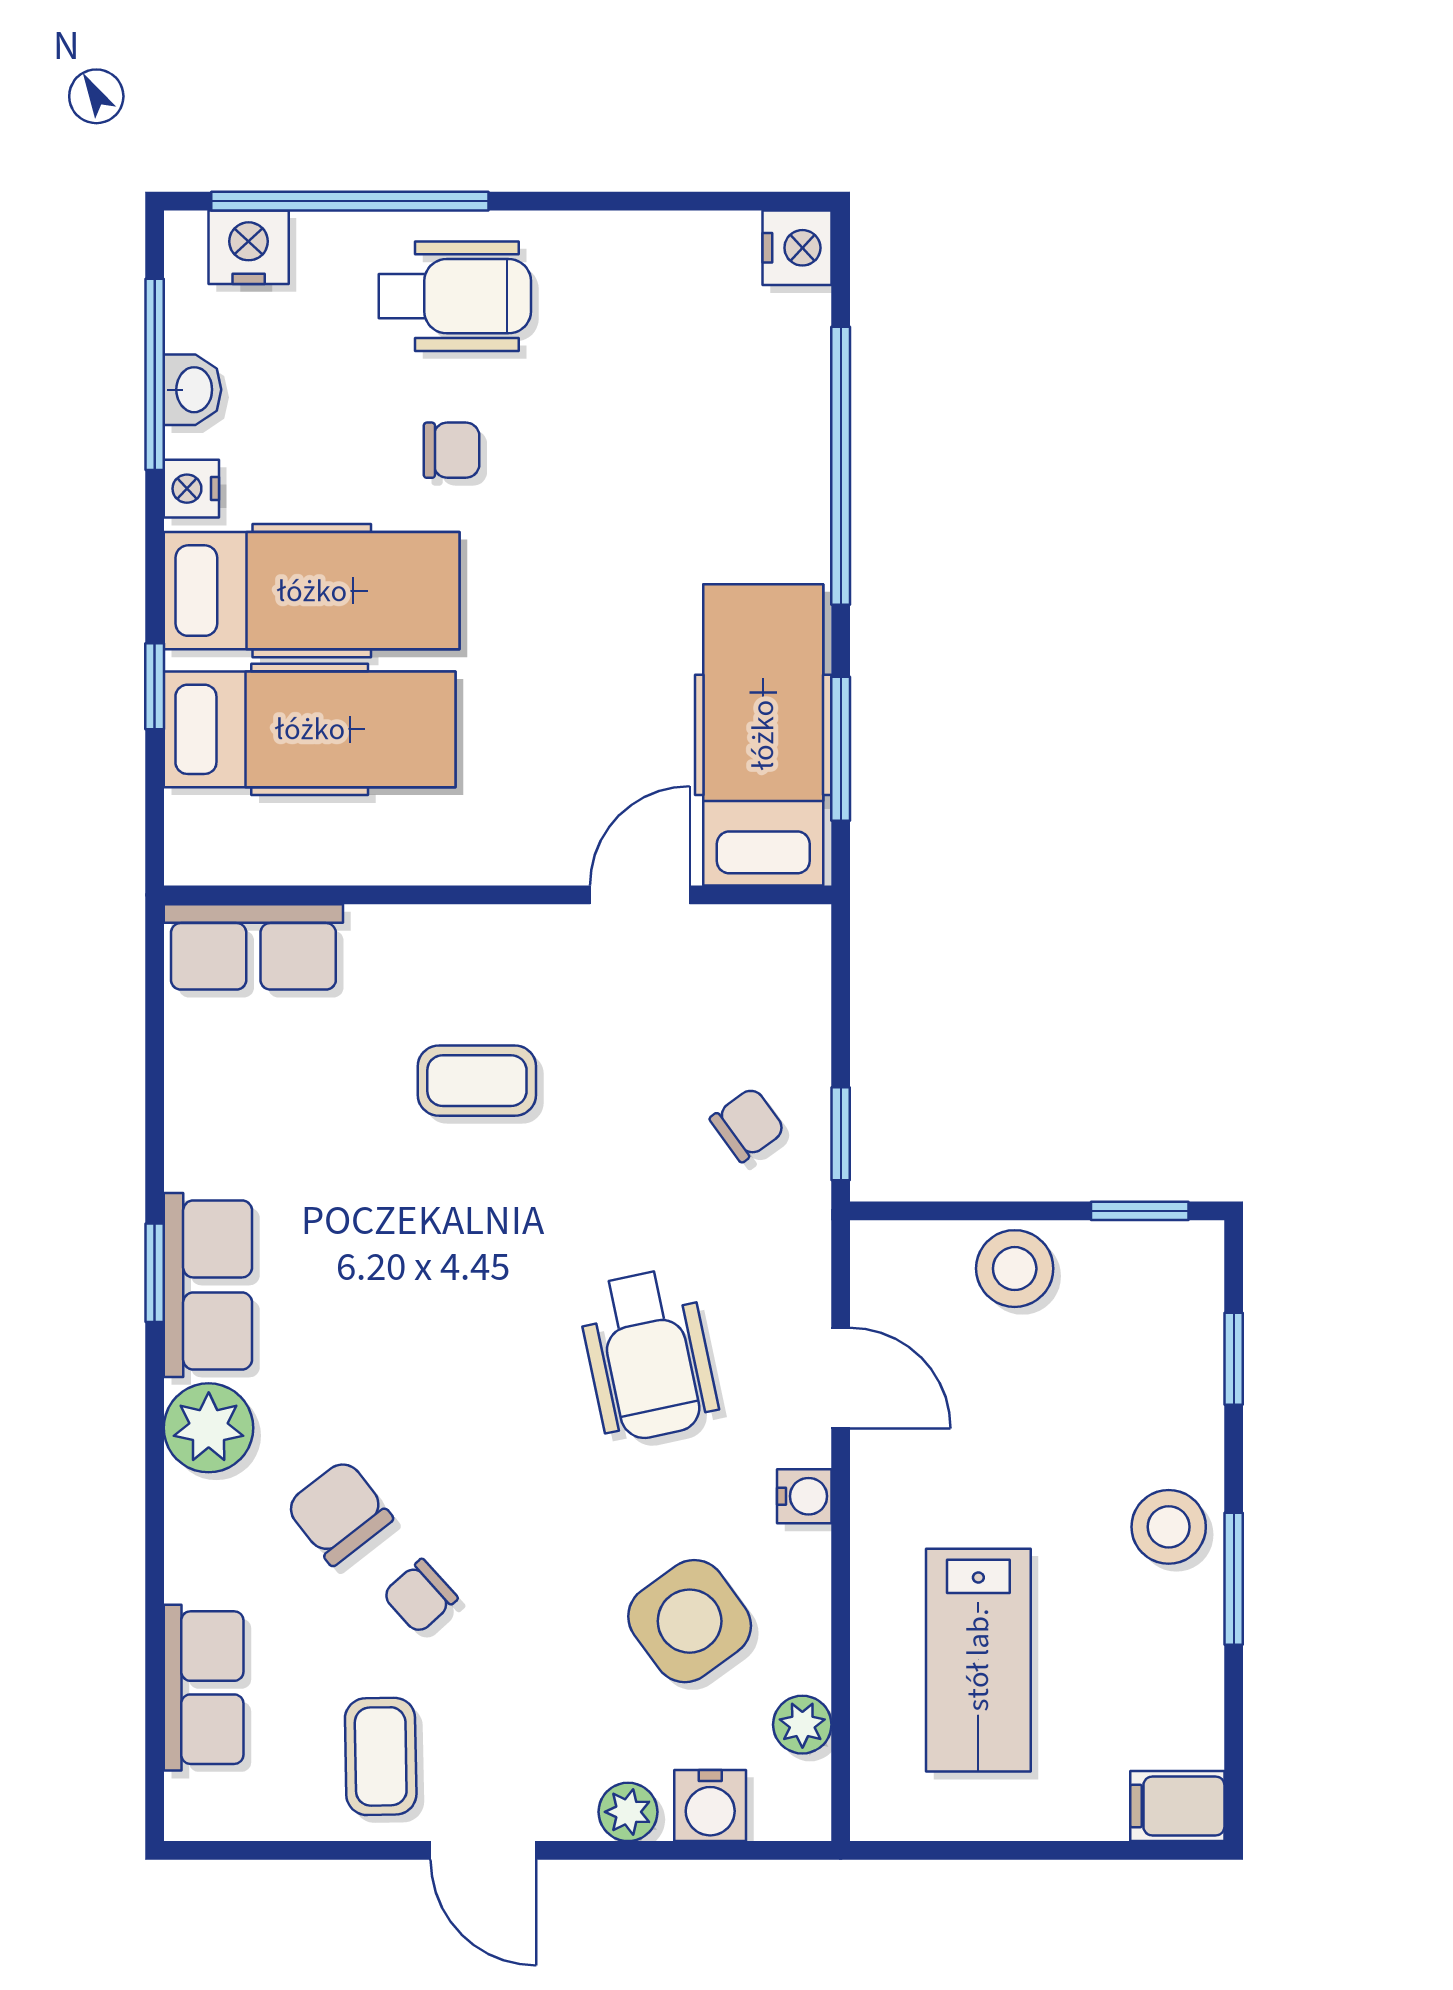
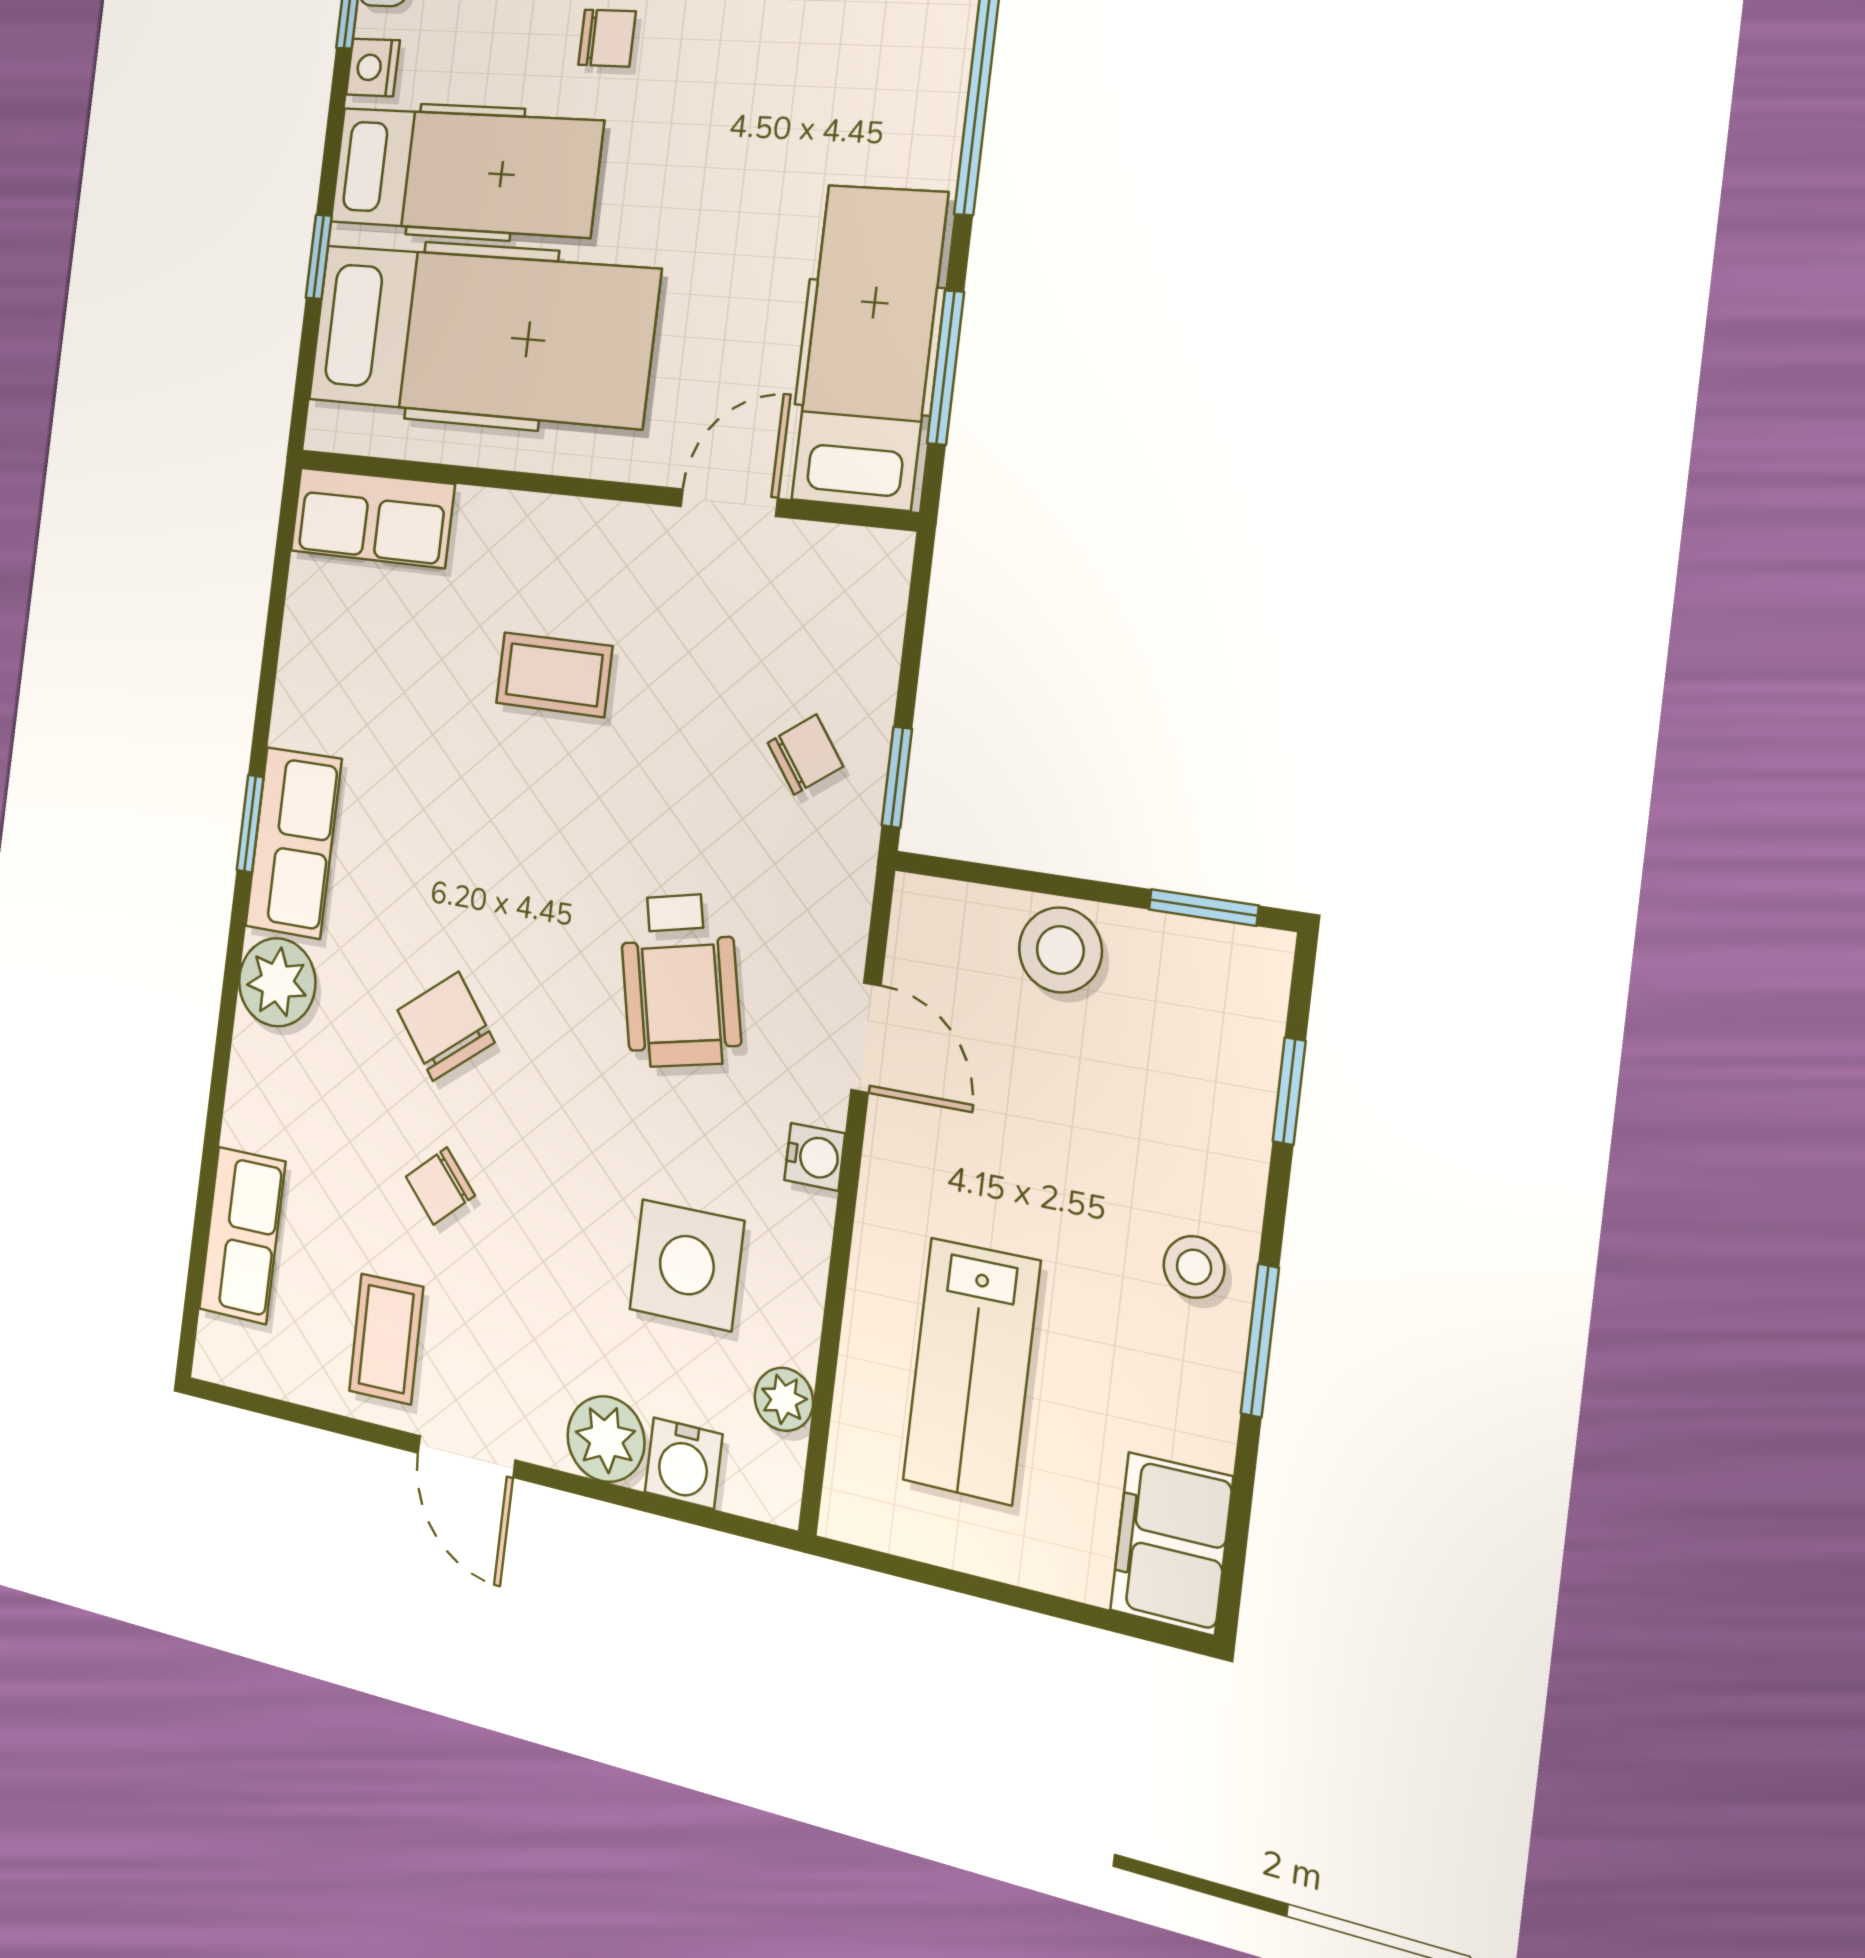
hospital bed: (310, 729) -> (481, 335), width x1.37, depth x1.29
chair: (339, 1512) -> (446, 1026), moved
stool: (1169, 1527) -> (1194, 1267), width x0.73, depth x0.73
side table: (690, 1621) -> (687, 1265), turned 36
filing cabinet: (1177, 1806) -> (1171, 1543), width x2.00
plant: (628, 1812) -> (606, 1439), width x1.38, depth x1.38

